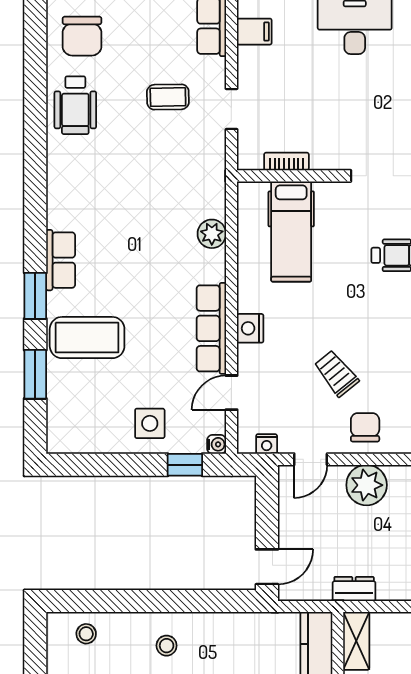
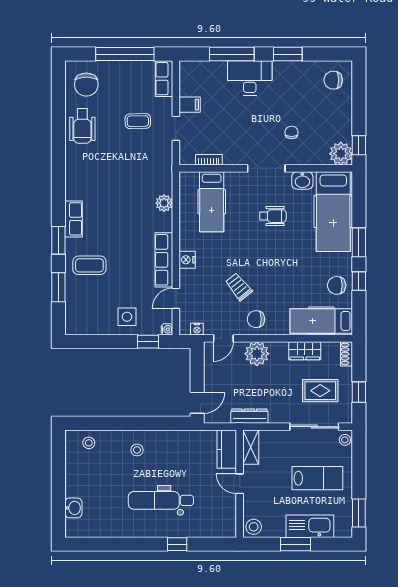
filing cabinet: (254, 32) -> (190, 105), moved
coffee table: (87, 338) -> (89, 265), width x0.73, depth x0.76
chair: (365, 427) -> (256, 319), turned -90
dresser: (354, 589) -> (249, 416), width x1.44

